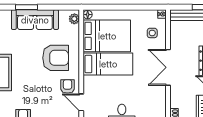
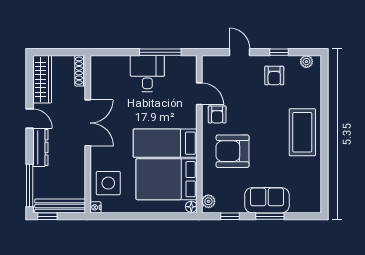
window: (57, 7) -> (230, 216), added
sofa: (35, 20) -> (267, 200), width x0.73
side table: (152, 33) -> (108, 183), width x1.87, depth x1.87
double door: (168, 67) -> (88, 123), moved

